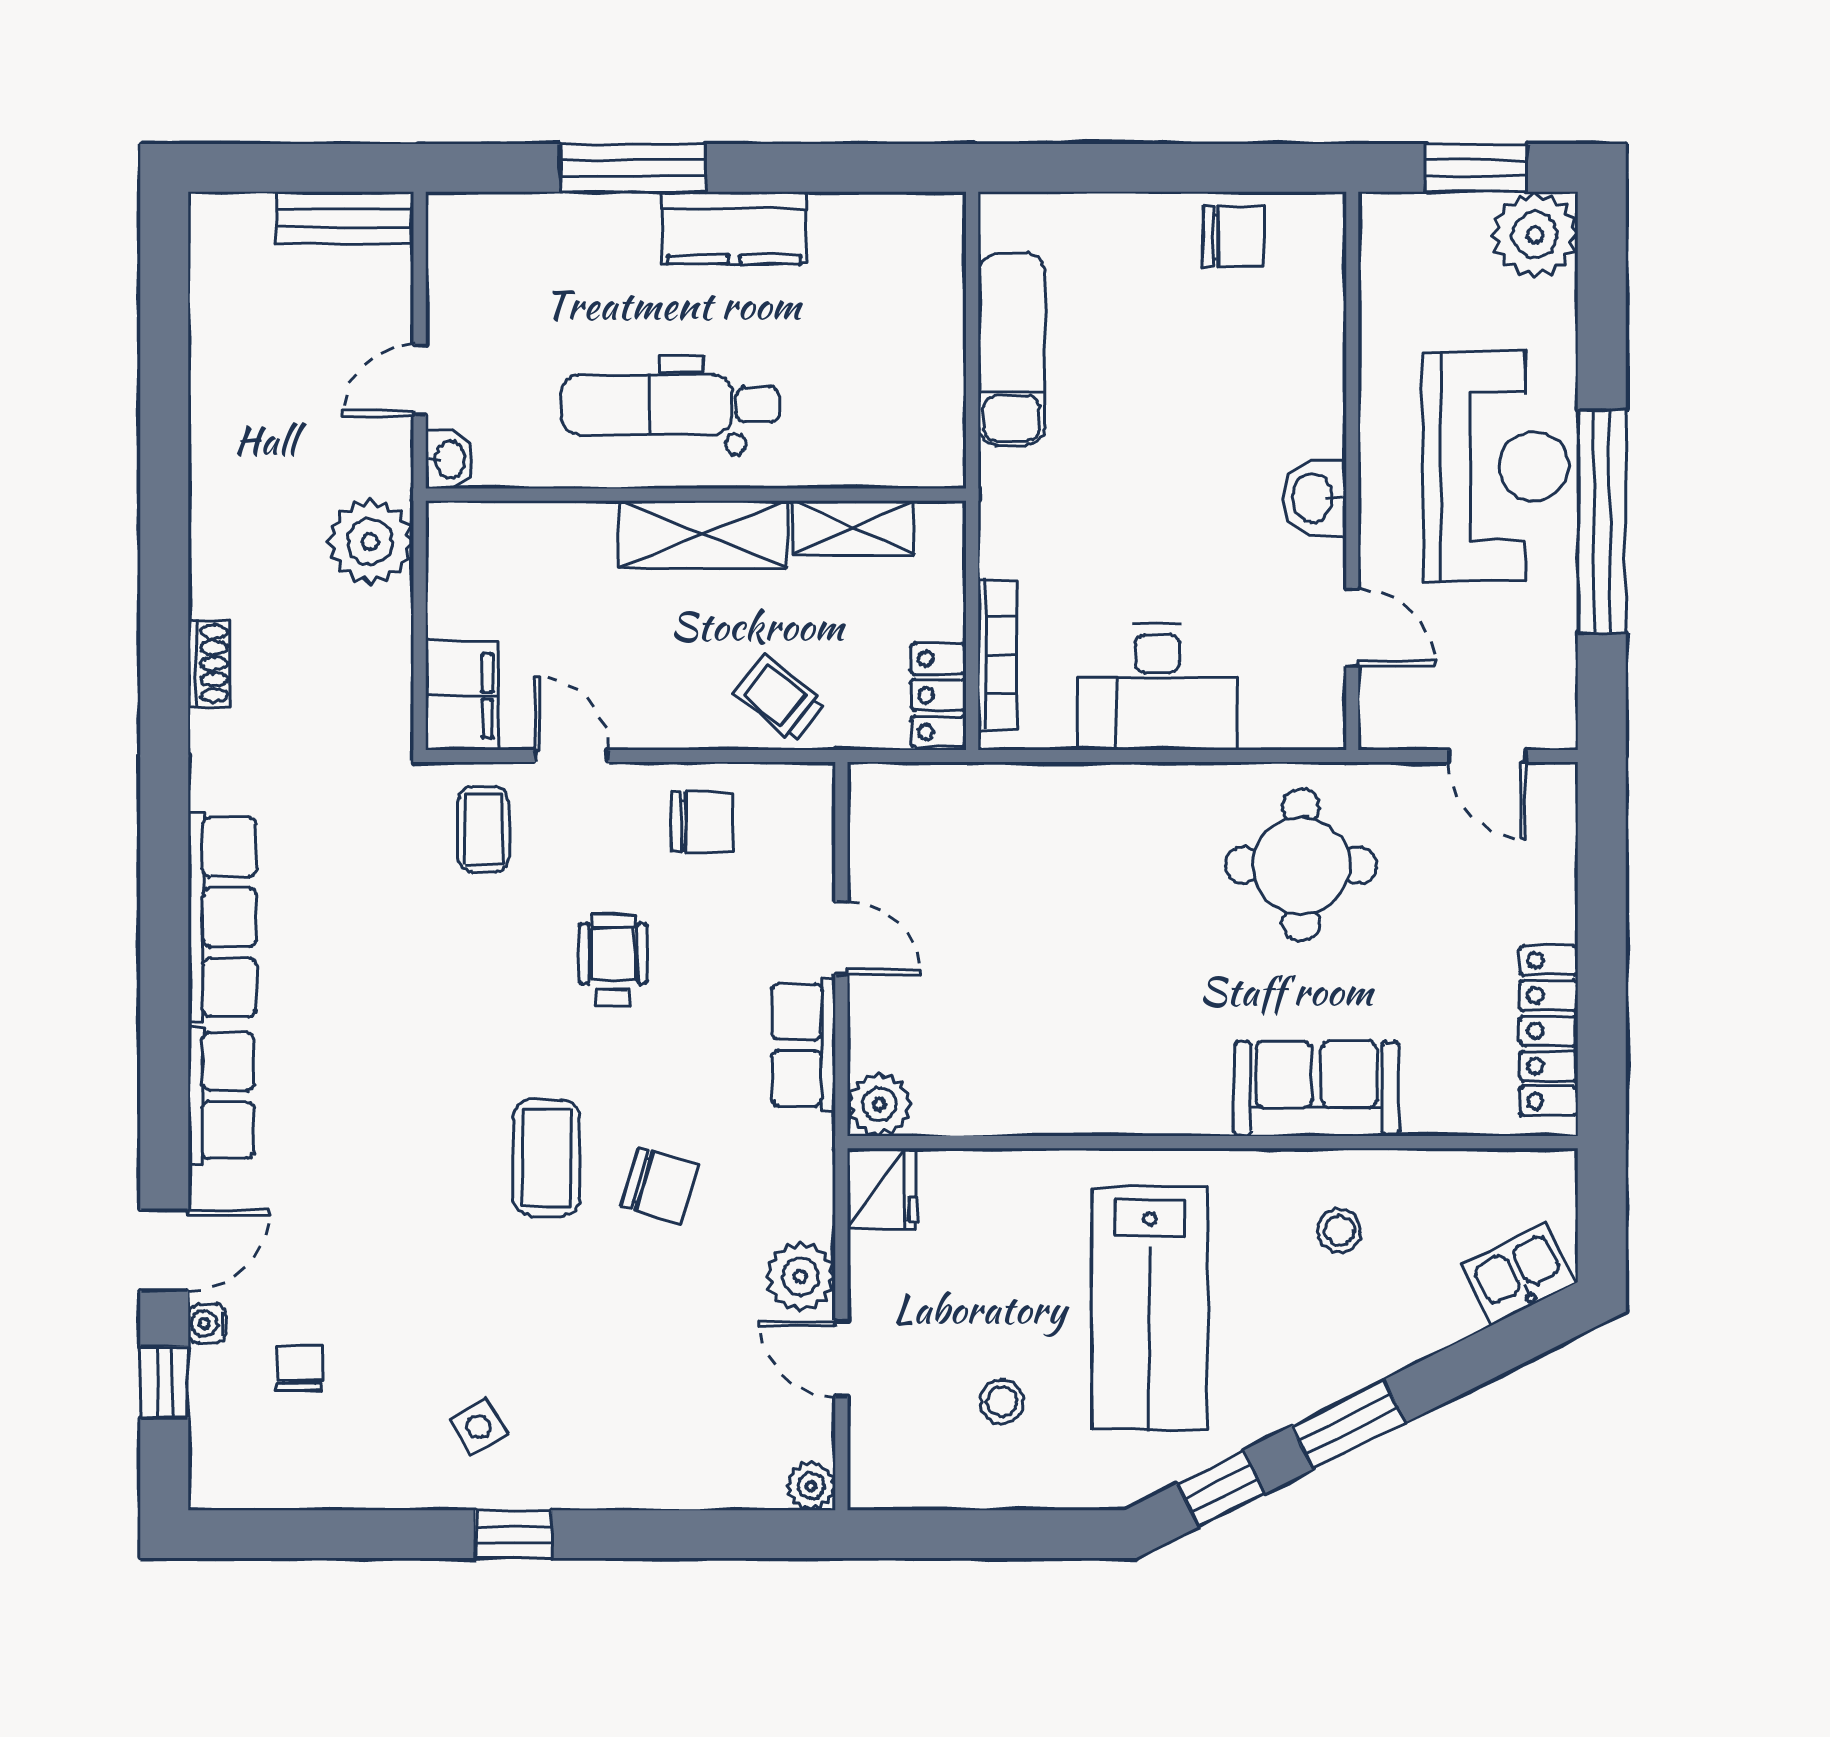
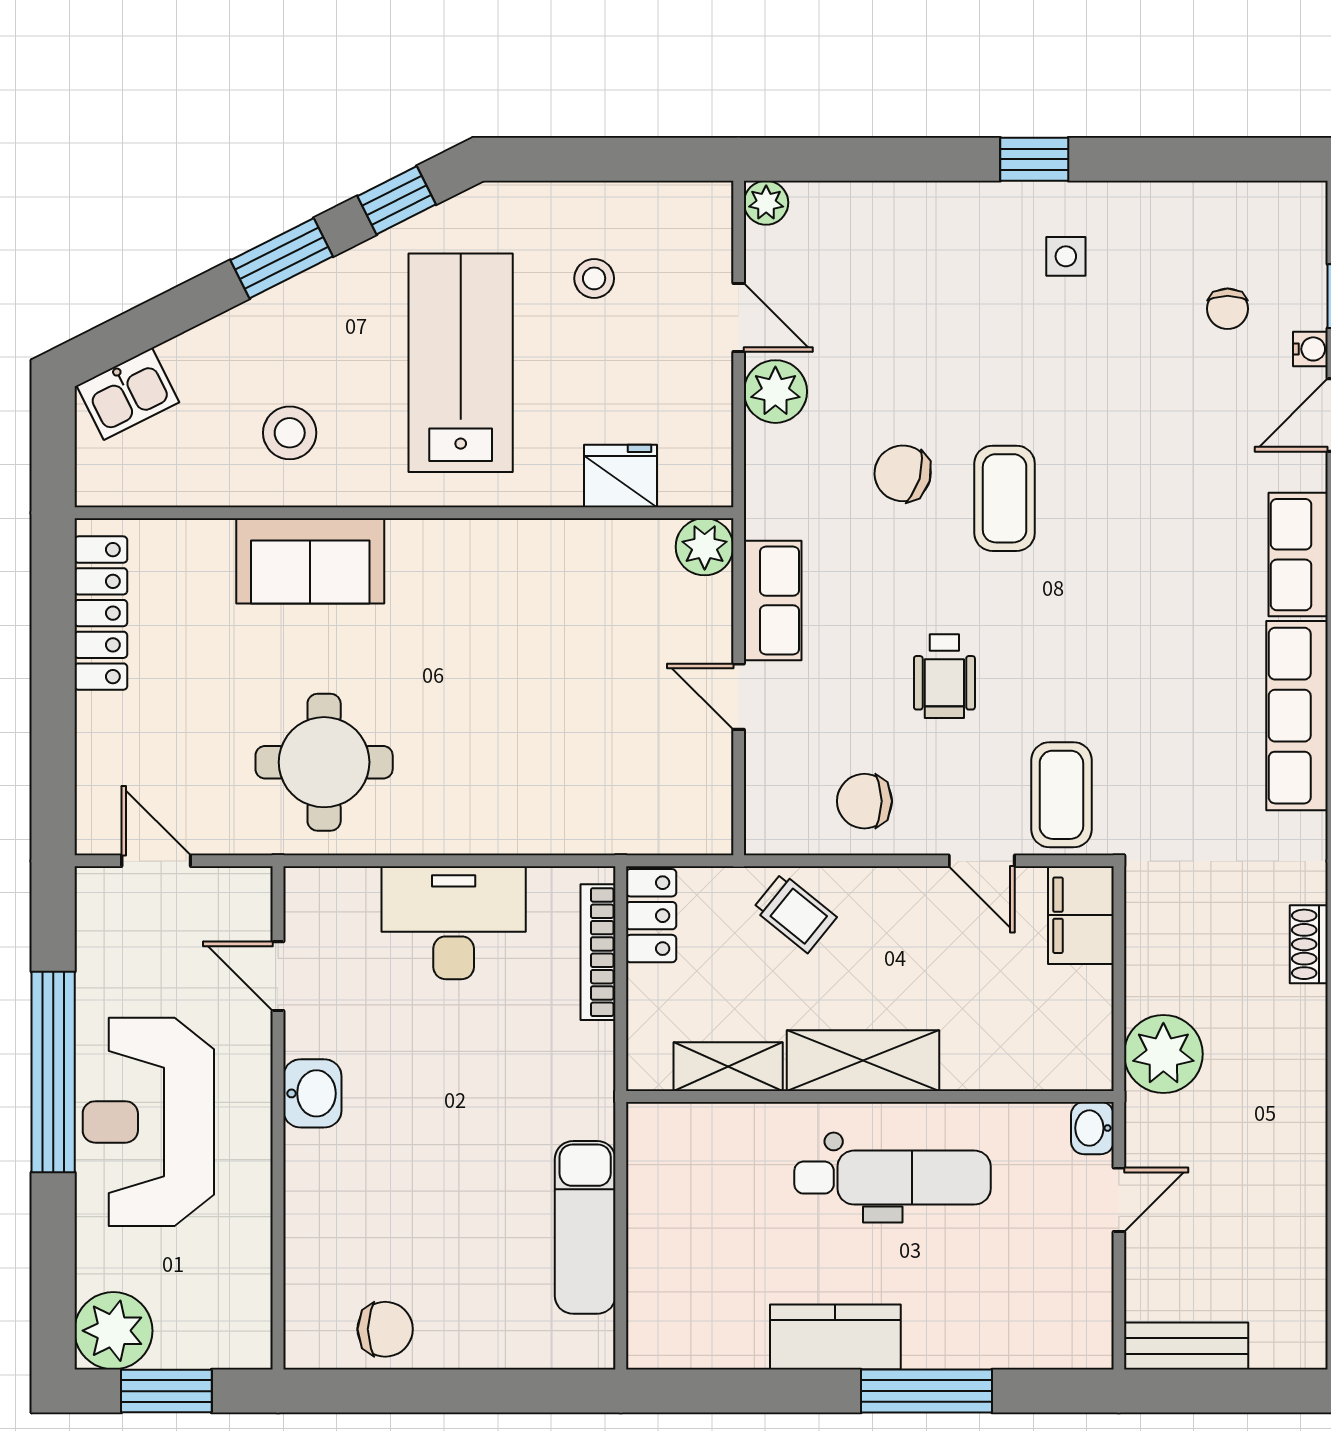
chair: (1233, 236) -> (385, 1329), turned 180
coffee table: (483, 829) -> (1061, 795), width x1.36, depth x1.30
fridge: (882, 1188) -> (621, 476), moved, turned 90
stool: (1339, 1231) -> (290, 433), width x1.37, depth x1.37
side table: (478, 1426) -> (1066, 256), turned 31

